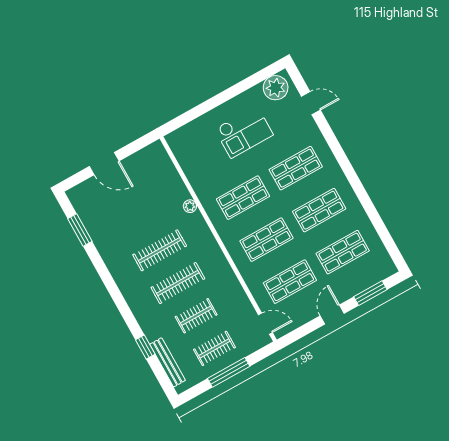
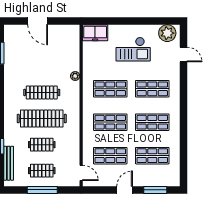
freezer: (185, 138) -> (95, 33), added
clothes rail: (178, 283) -> (42, 119), width x1.37, depth x1.31

